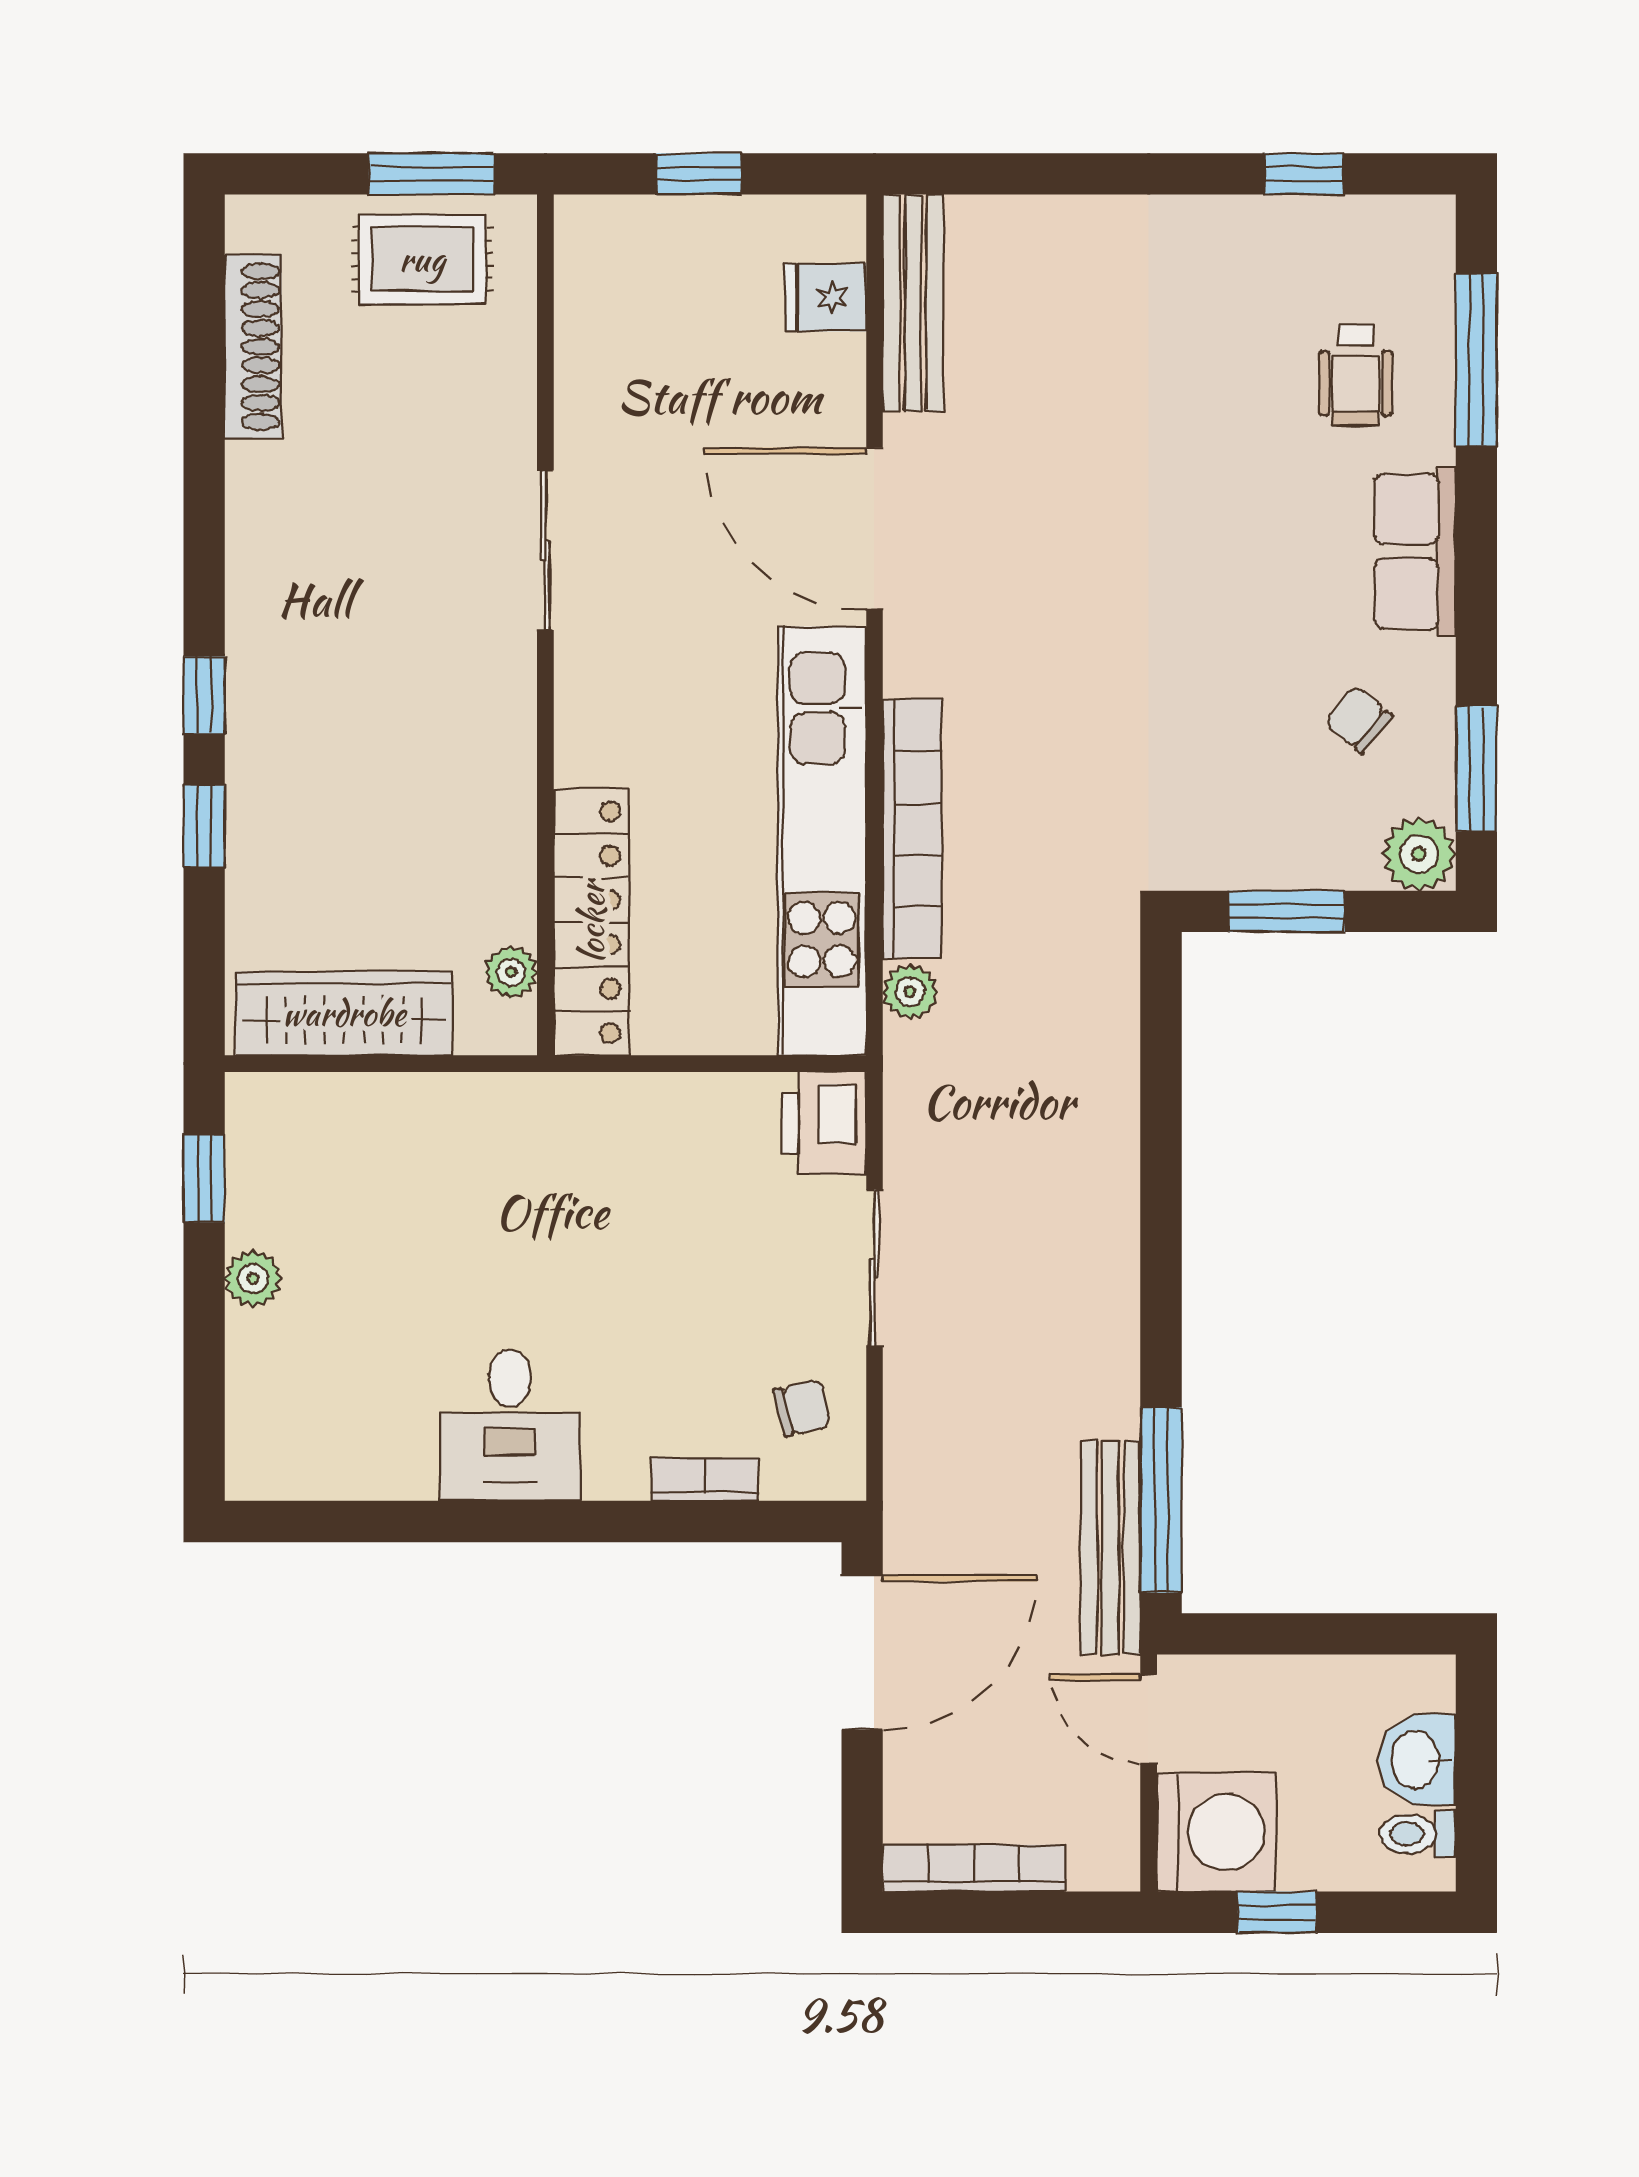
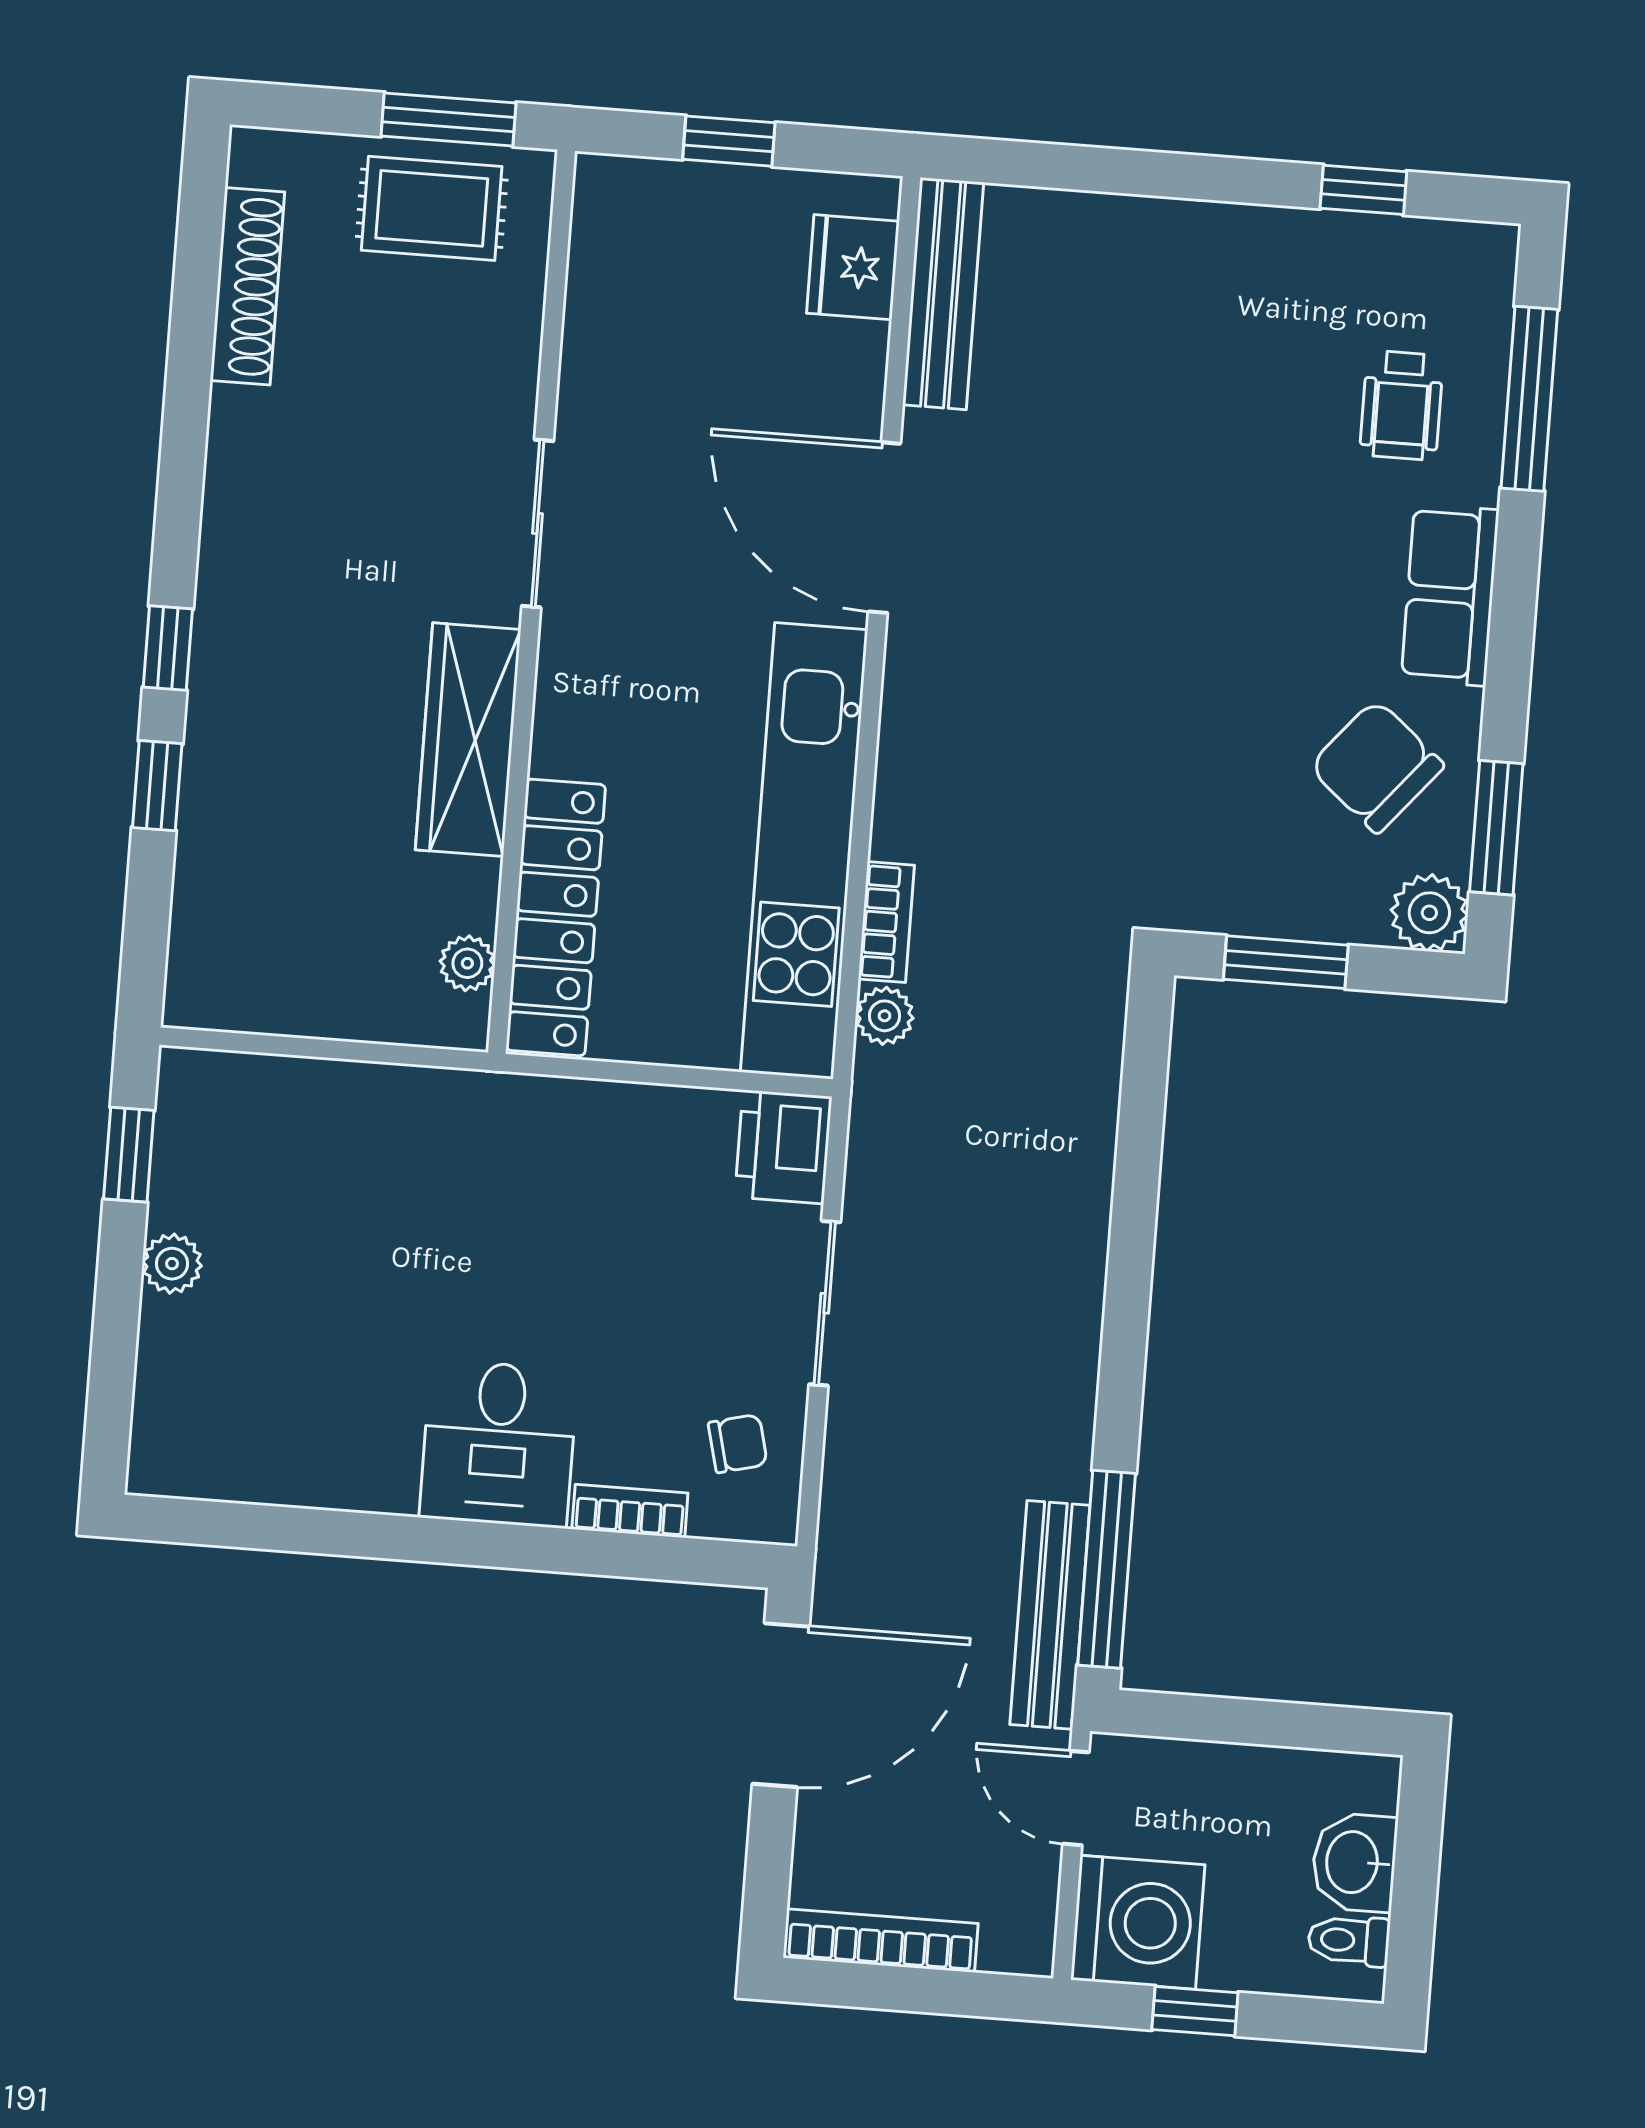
fridge: (826, 297) -> (853, 267), width x1.38
chair: (1358, 719) -> (1376, 766), width x1.87, depth x1.87
bookcase: (912, 829) -> (886, 922), width x0.43, depth x0.76
wardrobe: (344, 1013) -> (468, 740), moved, turned -90
desk: (510, 1425) -> (499, 1444), moved

